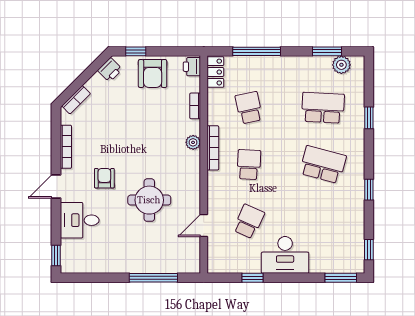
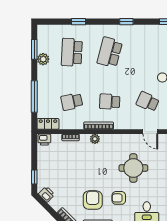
plant: (341, 65) -> (43, 59), moved
armchair: (153, 74) -> (93, 200), moved, turned -90

